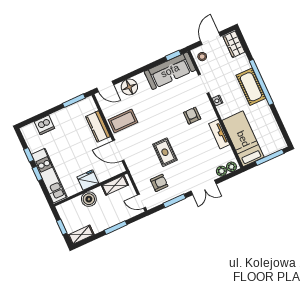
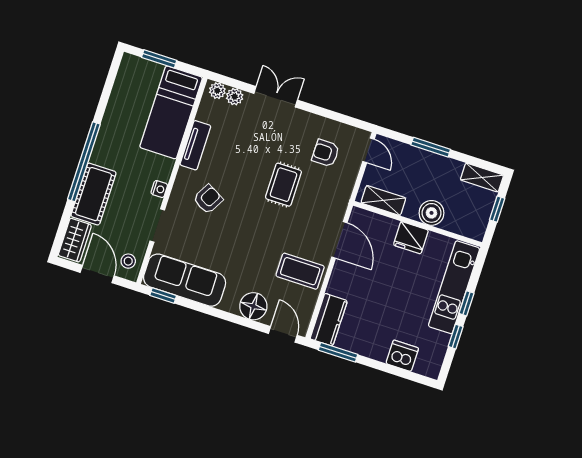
door: (210, 38) -> (97, 274), swing flipped
cot: (251, 87) -> (94, 194), moved
armchair: (192, 116) -> (208, 199), turned -151
kitchen counter: (98, 126) -> (329, 320), moved
window: (270, 157) -> (159, 59), width x0.69
window: (174, 201) -> (327, 113), removed

